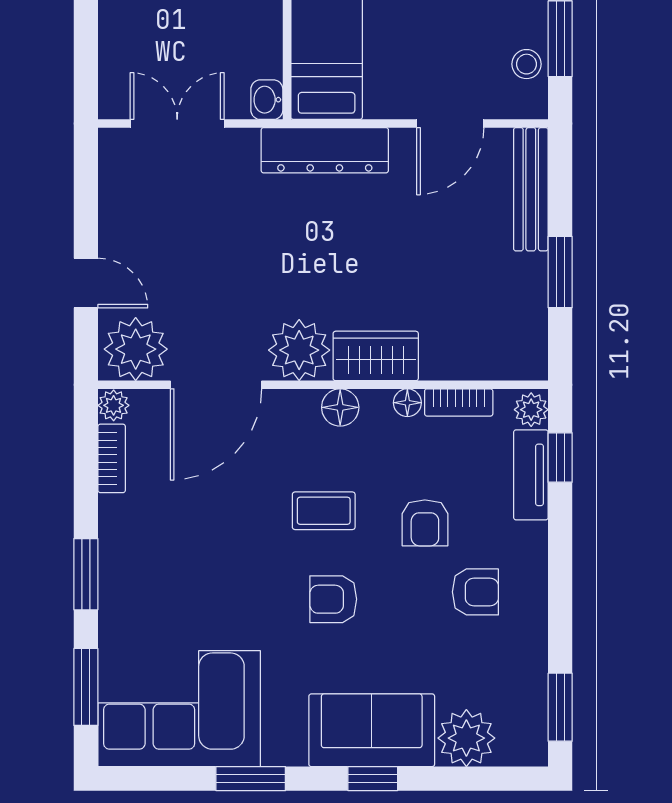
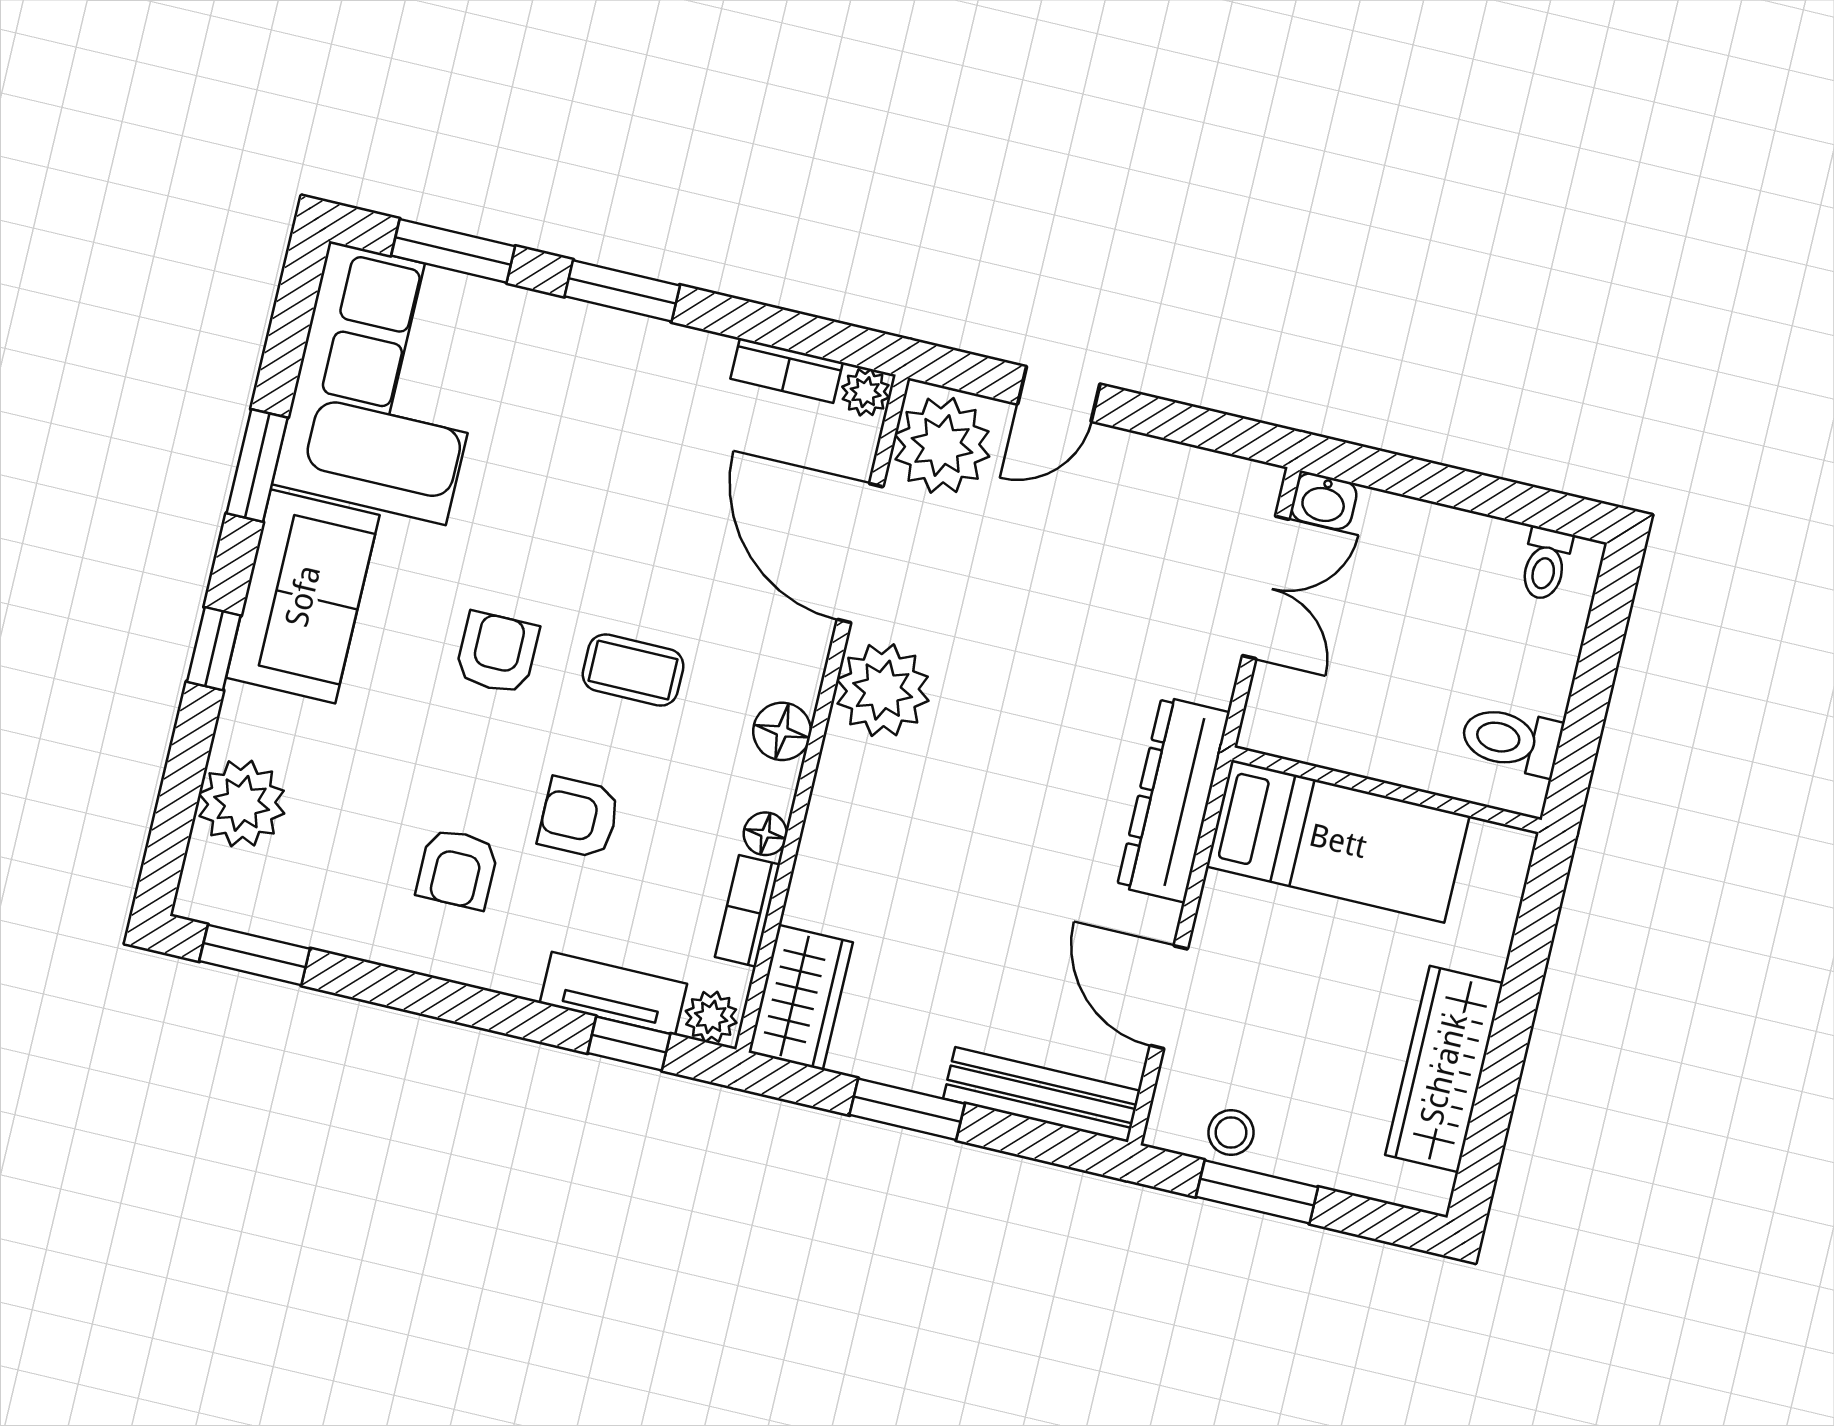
washbasin: (267, 100) -> (1324, 501), moved, turned 180
wardrobe: (376, 356) -> (801, 997), moved
coffee table: (324, 511) -> (633, 670), turned 90
sofa: (372, 730) -> (303, 596), moved

